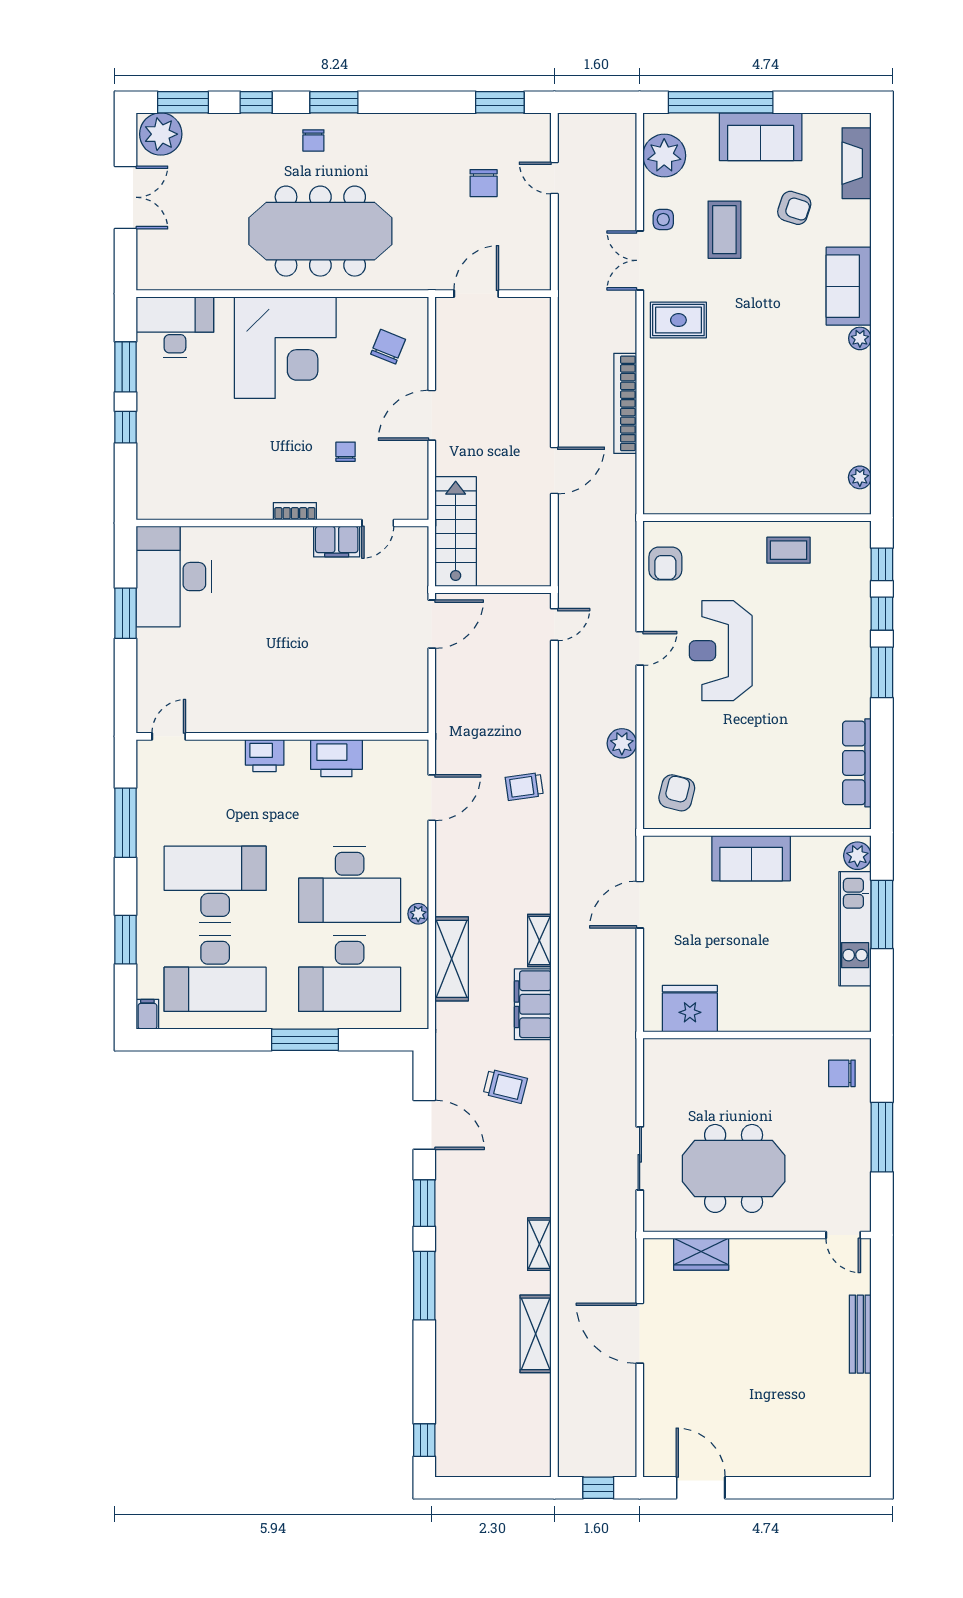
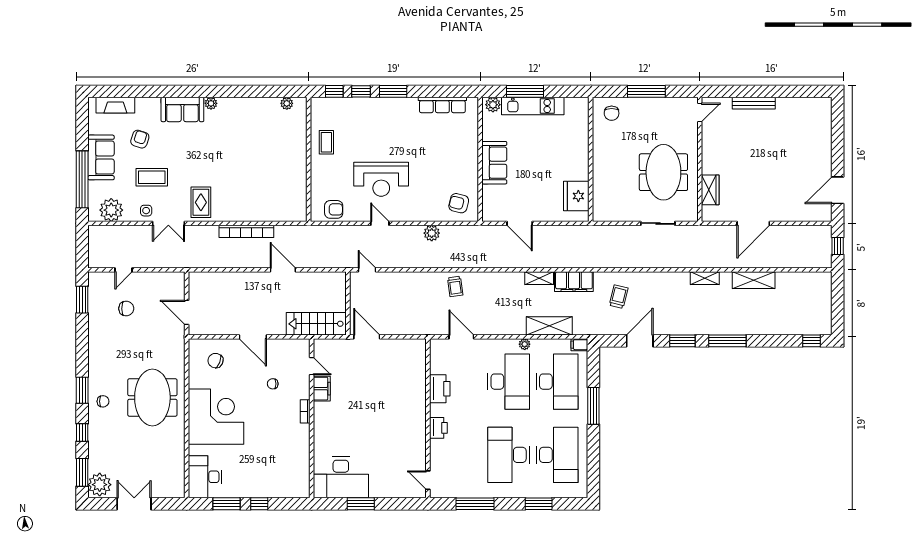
meeting table: (320, 231) -> (152, 398), width x0.73
filing cabinet: (147, 1014) -> (579, 345), moved

